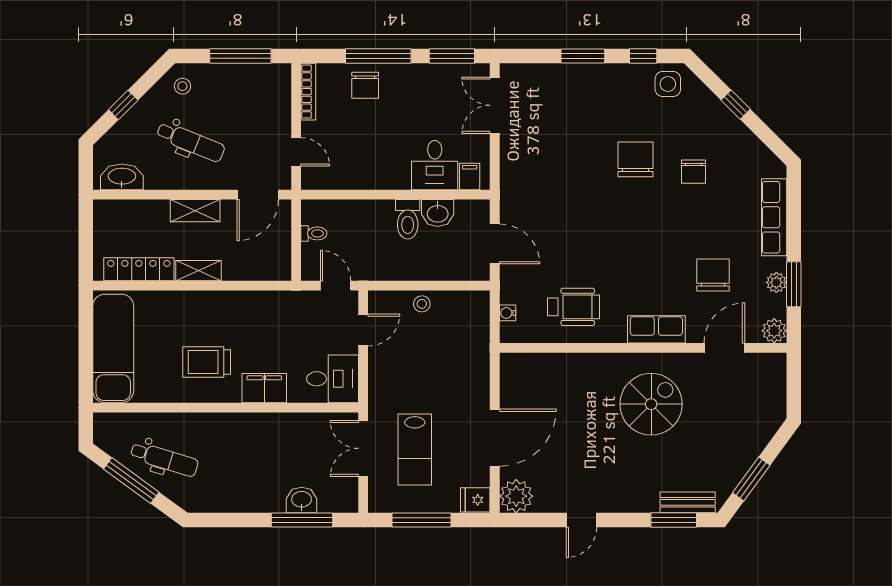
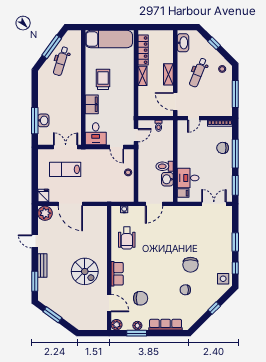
chair: (636, 159) -> (191, 265), turned 90
bench: (688, 502) -> (42, 266), moved
window: (421, 520) -> (35, 172), removed

